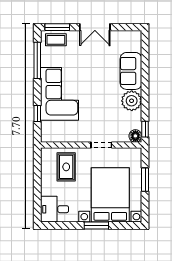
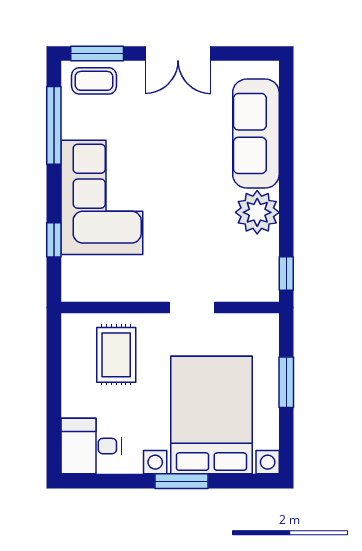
sofa: (131, 71) -> (256, 134), width x1.36
floor lamp: (135, 136) -> (266, 288), removed

